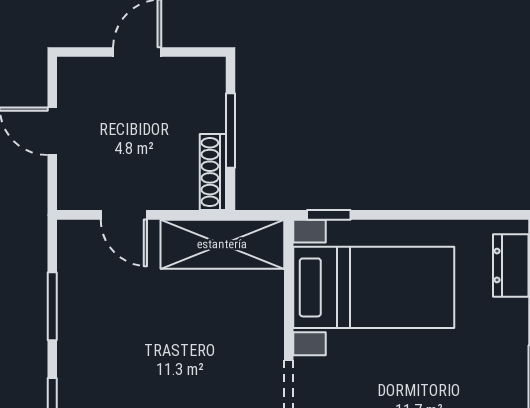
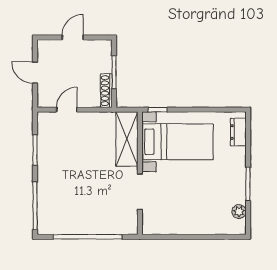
door: (124, 215) -> (67, 110), swing flipped
shelving: (222, 244) -> (127, 139), moved, turned 90

